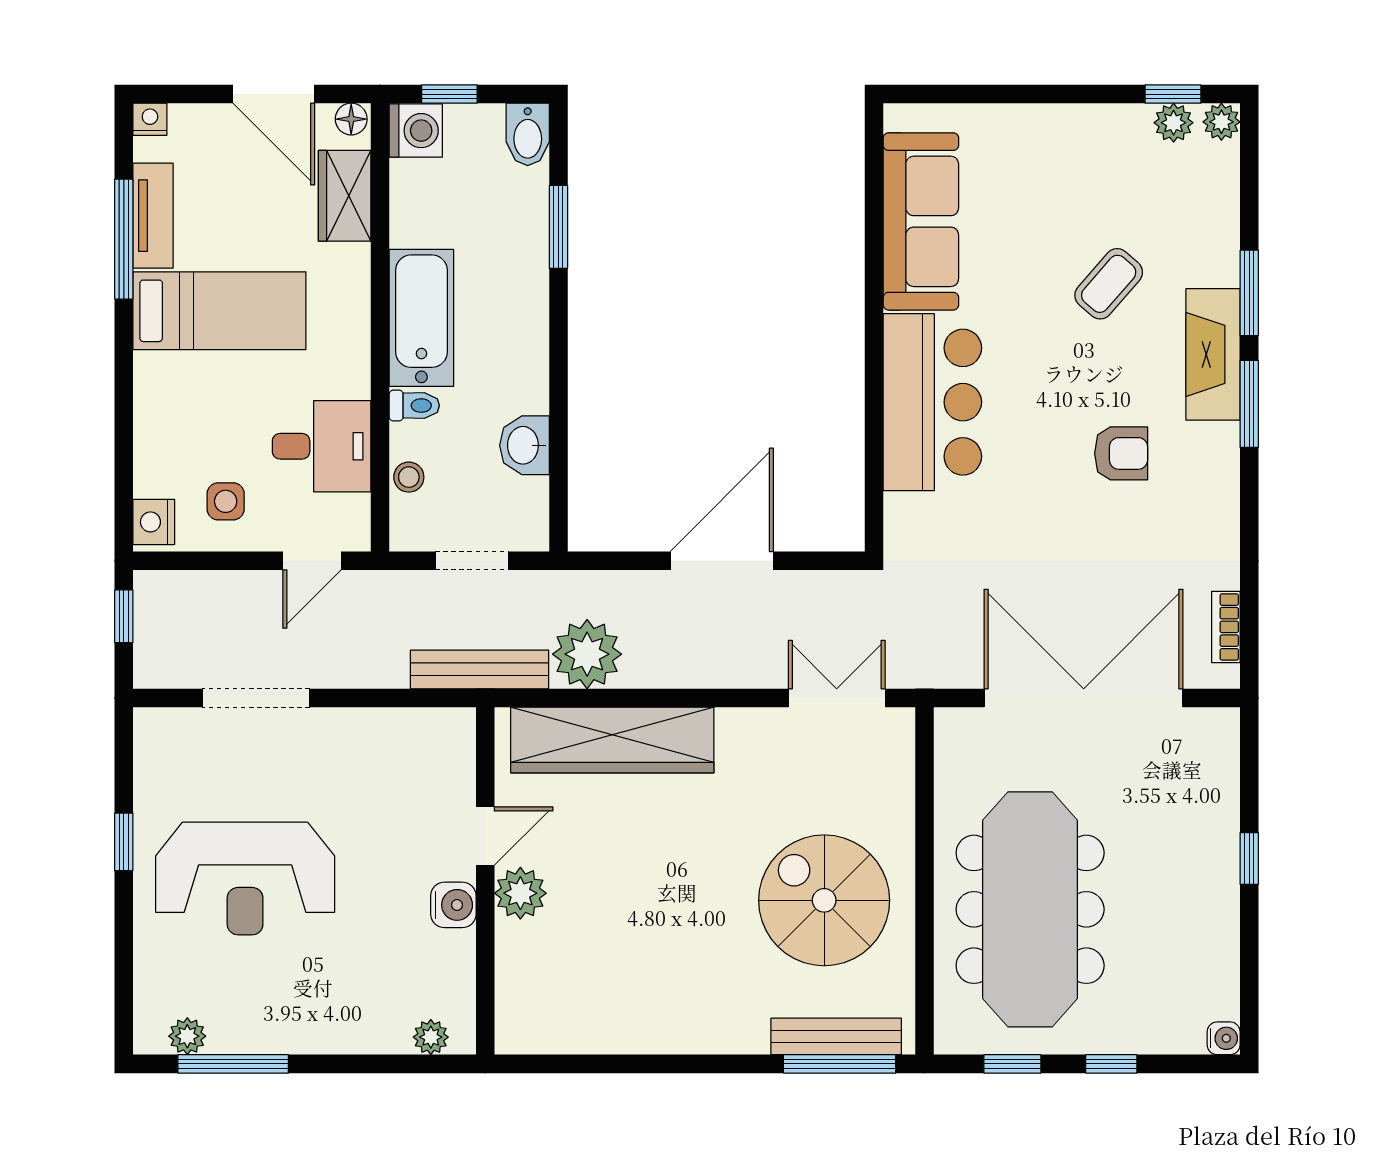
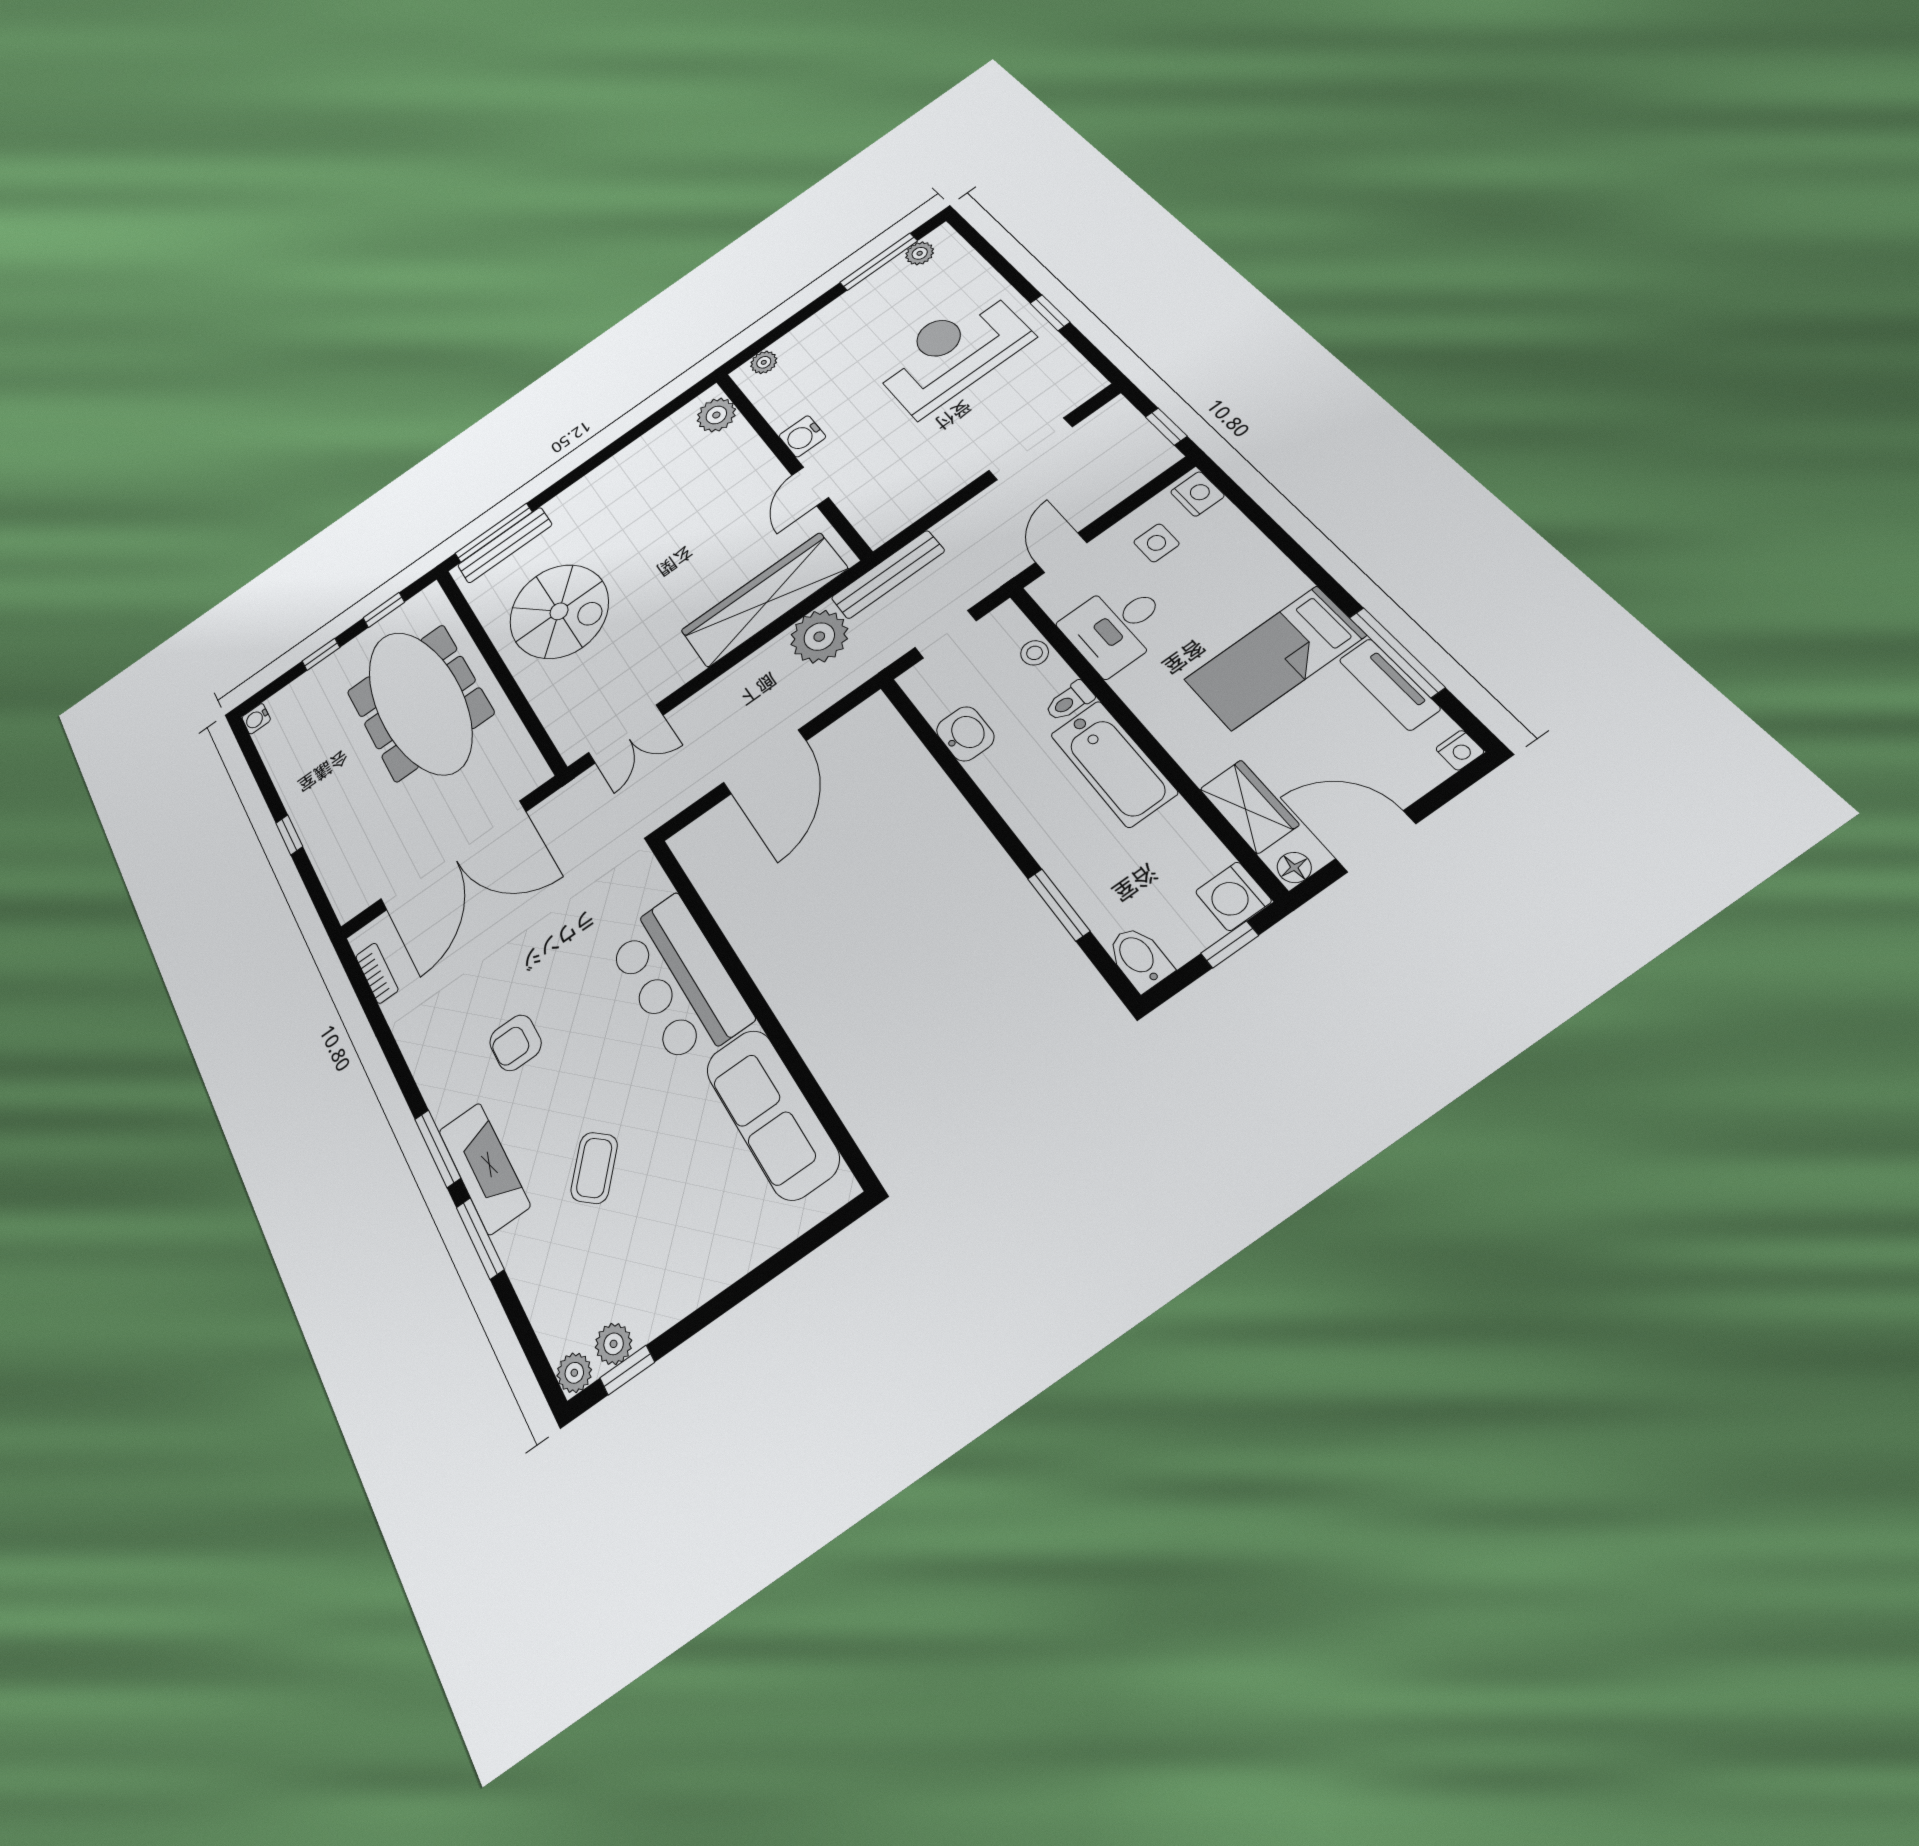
plant: (520, 893) -> (716, 415), moved

